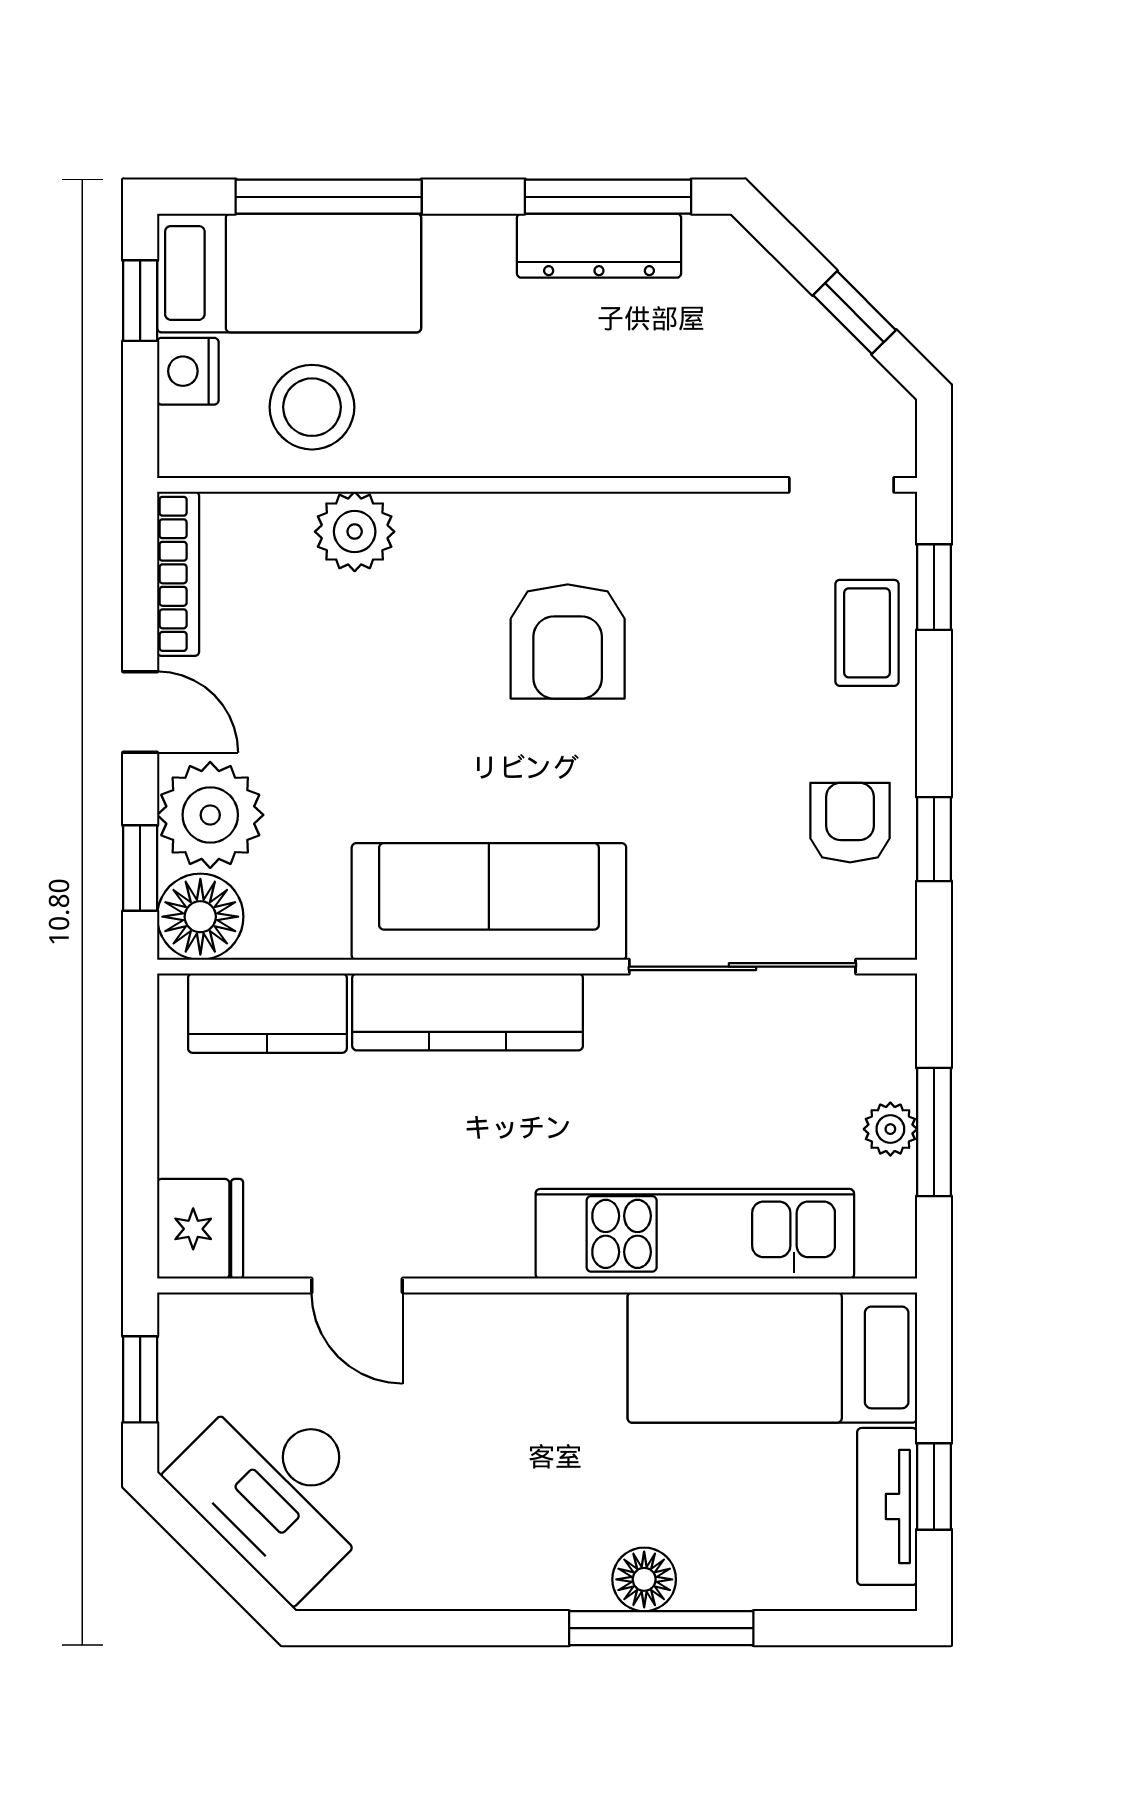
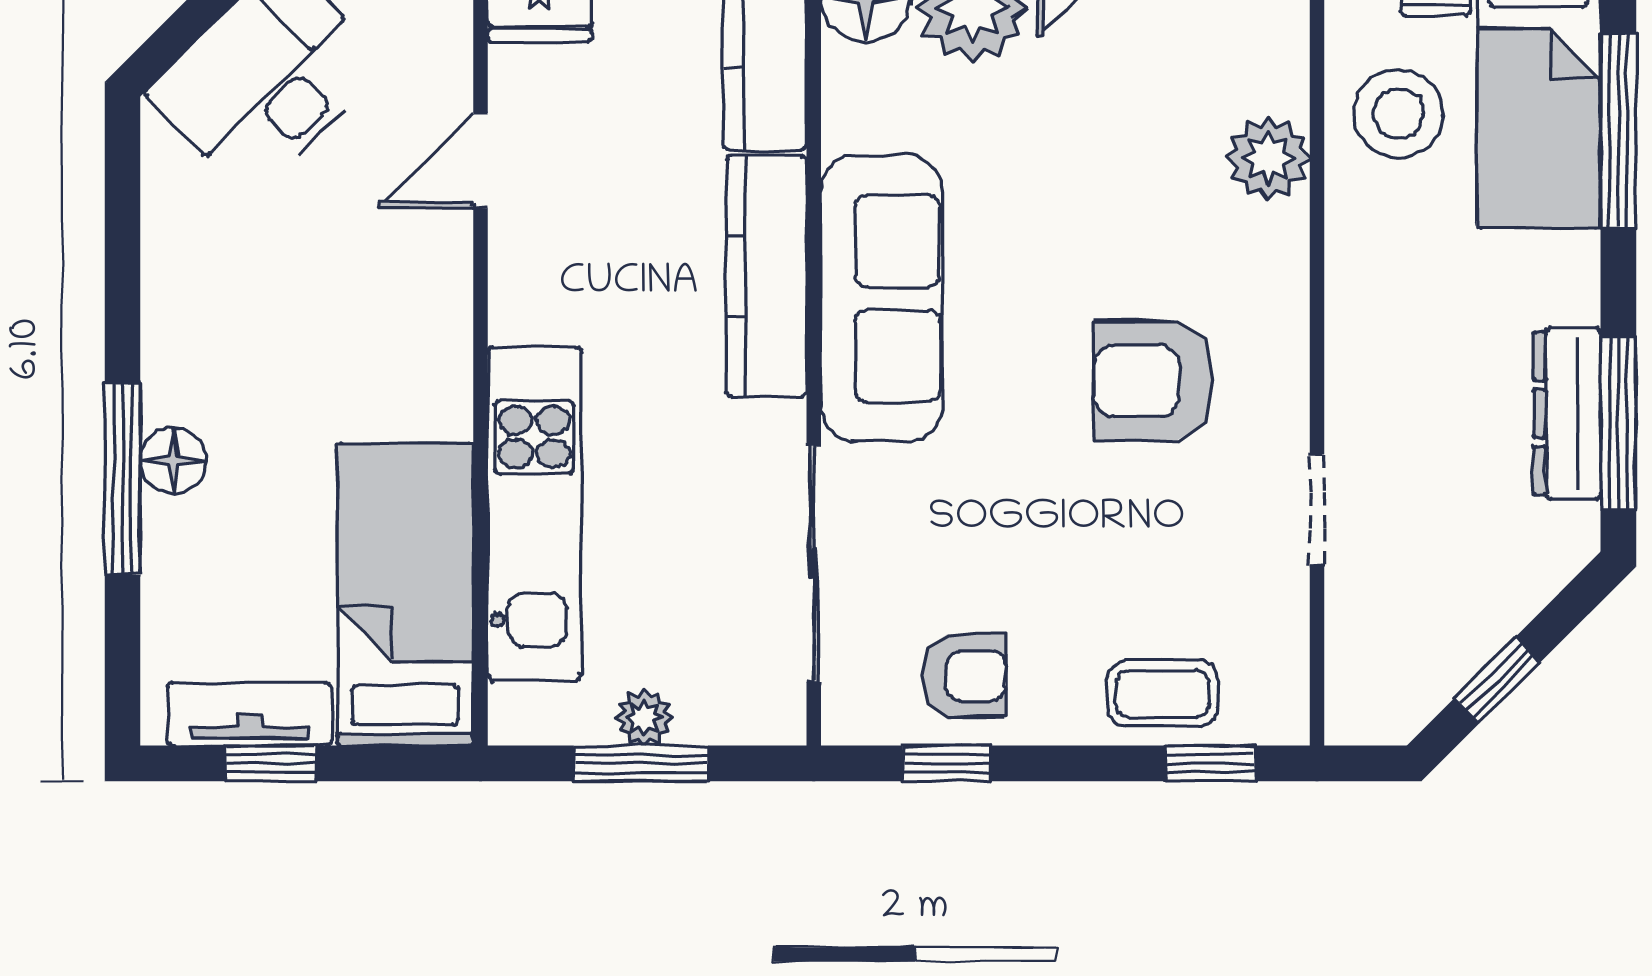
doorway: (841, 485) -> (1317, 510), moved

